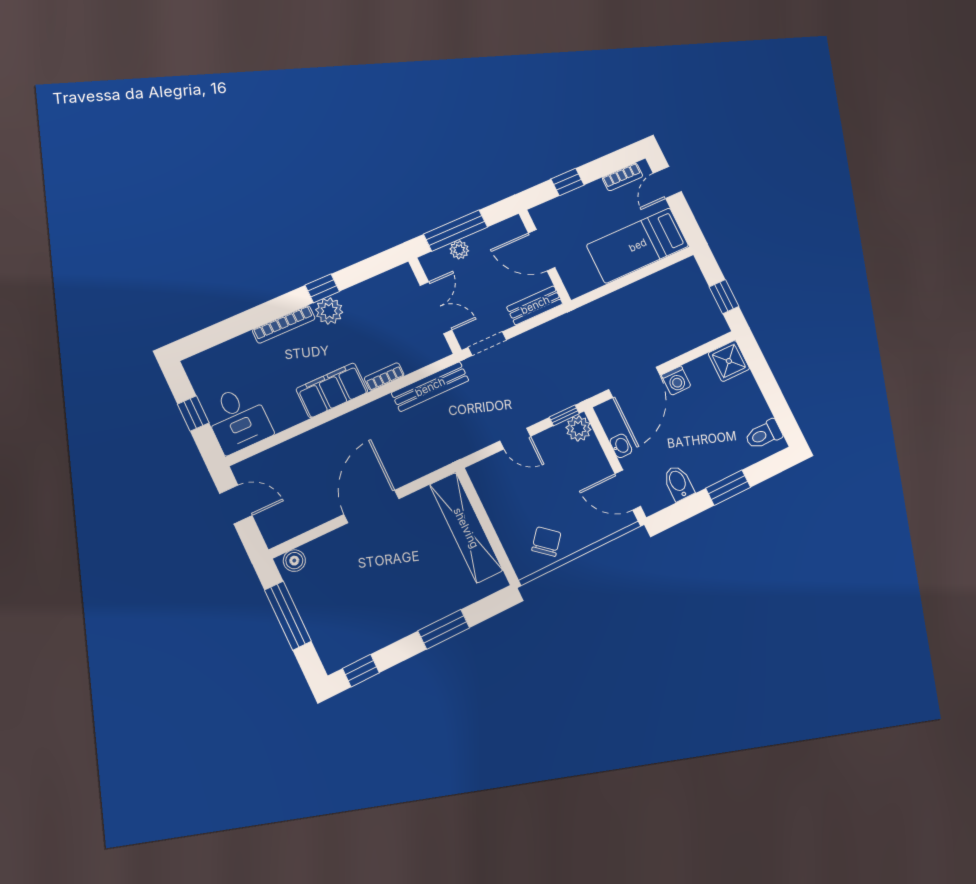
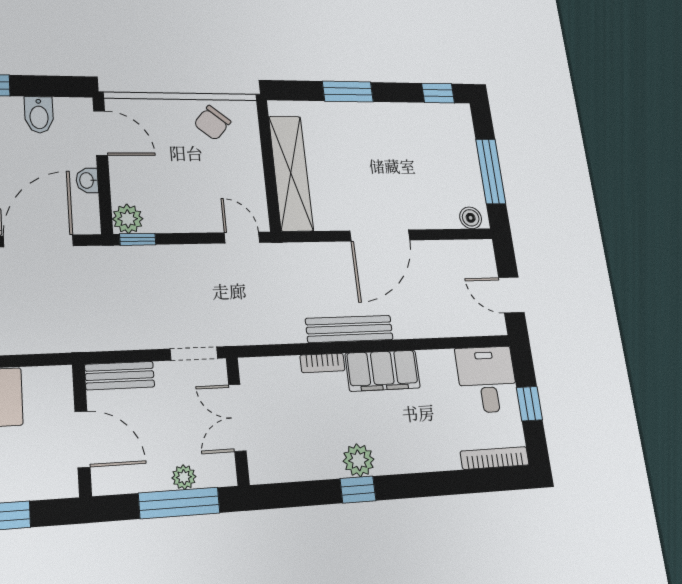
bookcase: (284, 324) -> (495, 458), moved
bench: (430, 387) -> (349, 329), moved
door: (515, 439) -> (242, 238), moved

